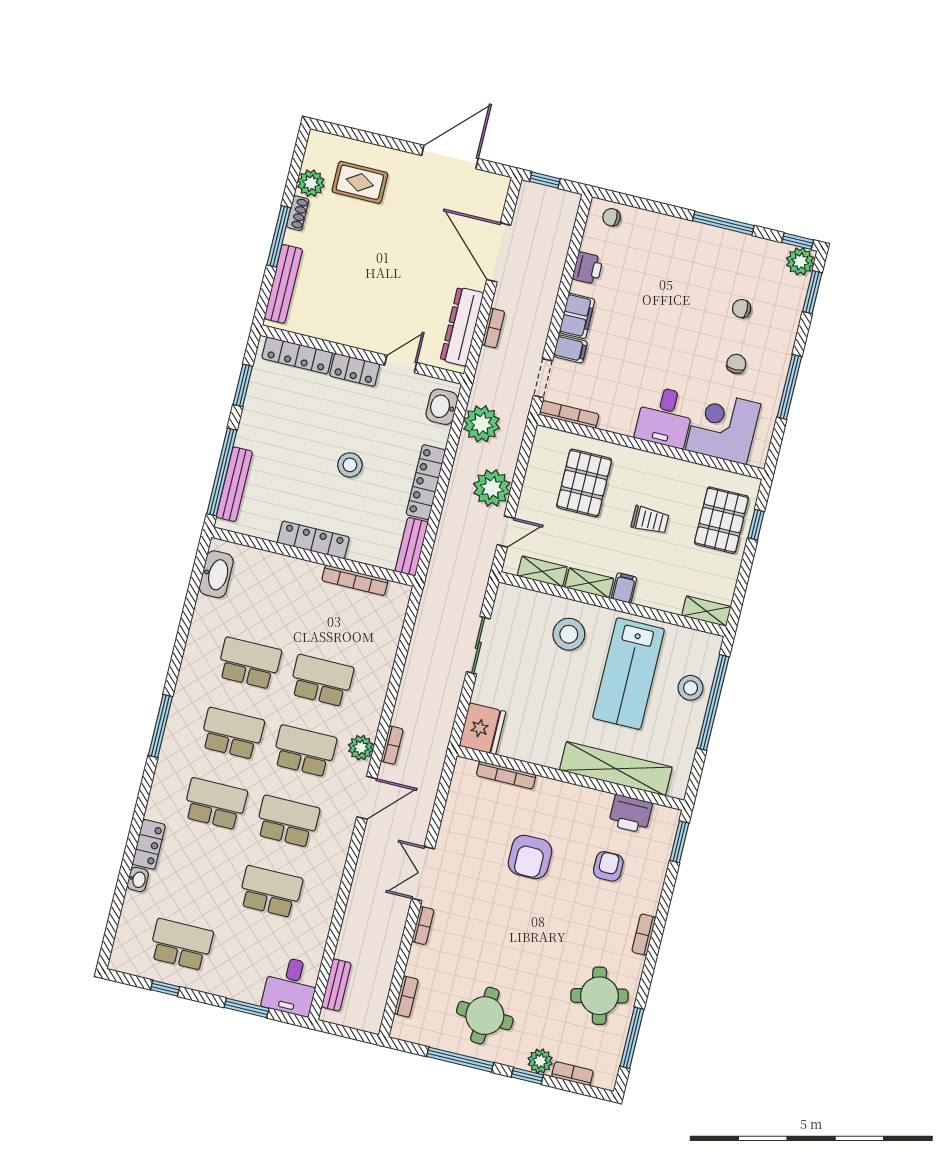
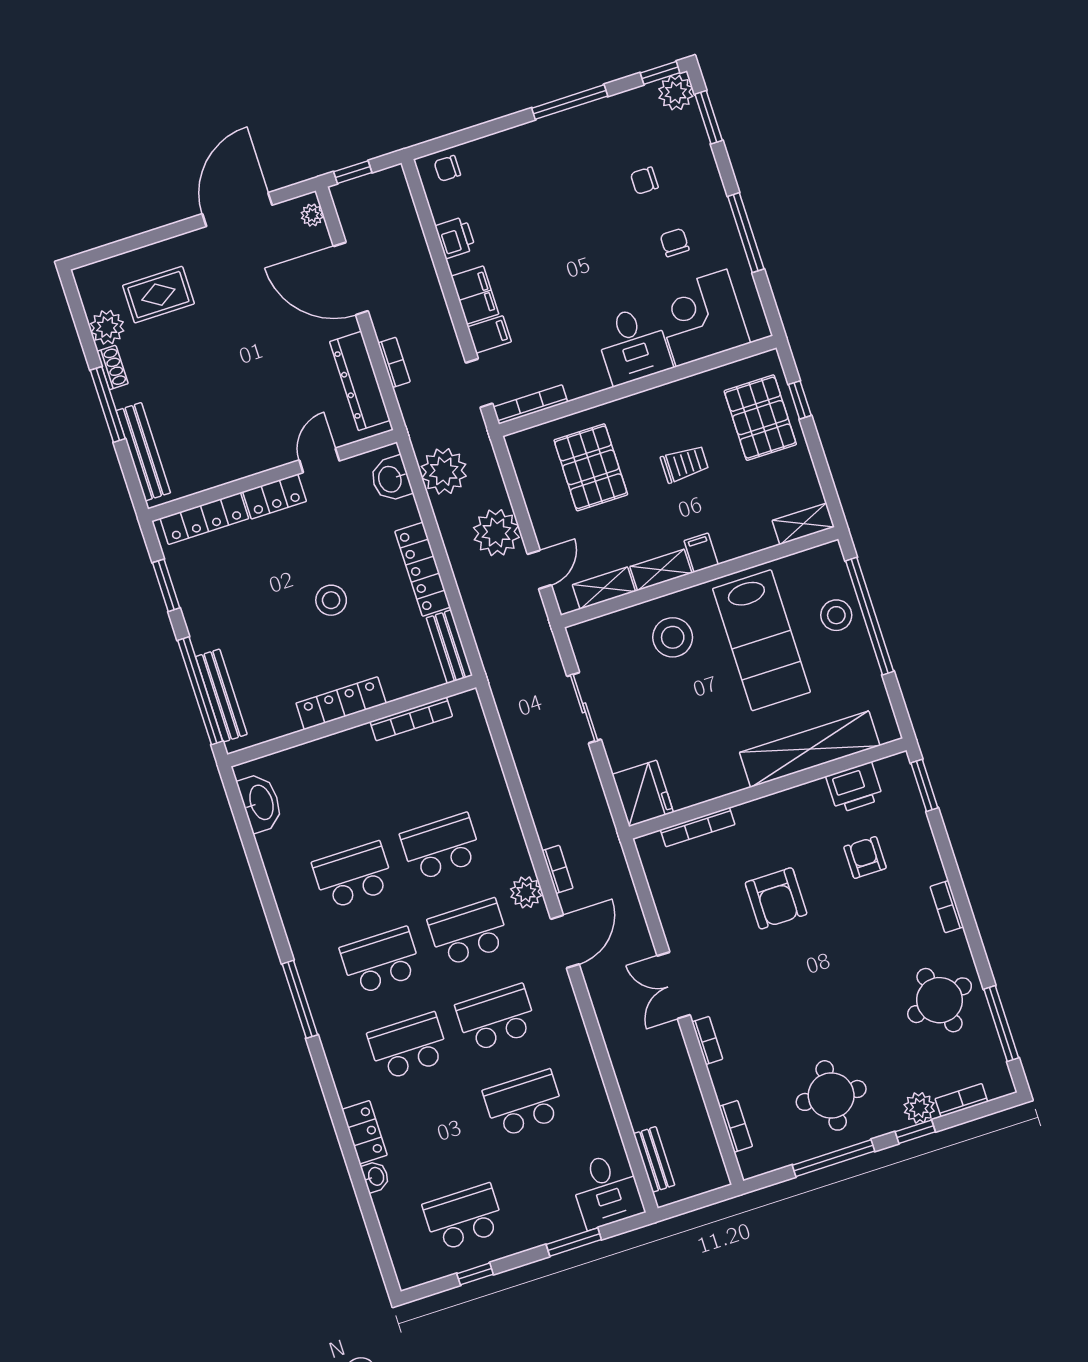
plant: (499, 192) -> (312, 215), added

